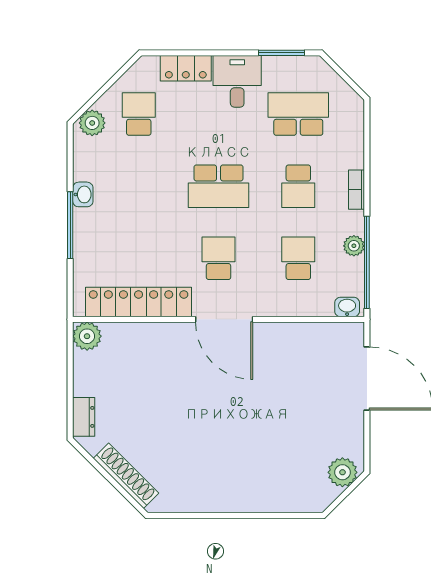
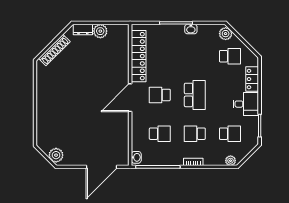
school desk: (298, 114) -> (230, 134), width x0.54
school desk: (219, 186) -> (195, 95), turned 180
plant: (354, 246) -> (231, 161), moved
school desk: (219, 258) -> (160, 95), turned 180
plant: (87, 336) -> (100, 31), moved

